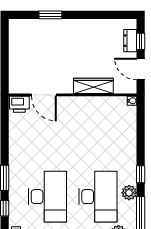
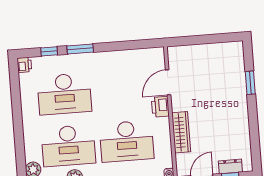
printer: (19, 104) -> (160, 107), moved
desk: (98, 140) -> (127, 141), added

